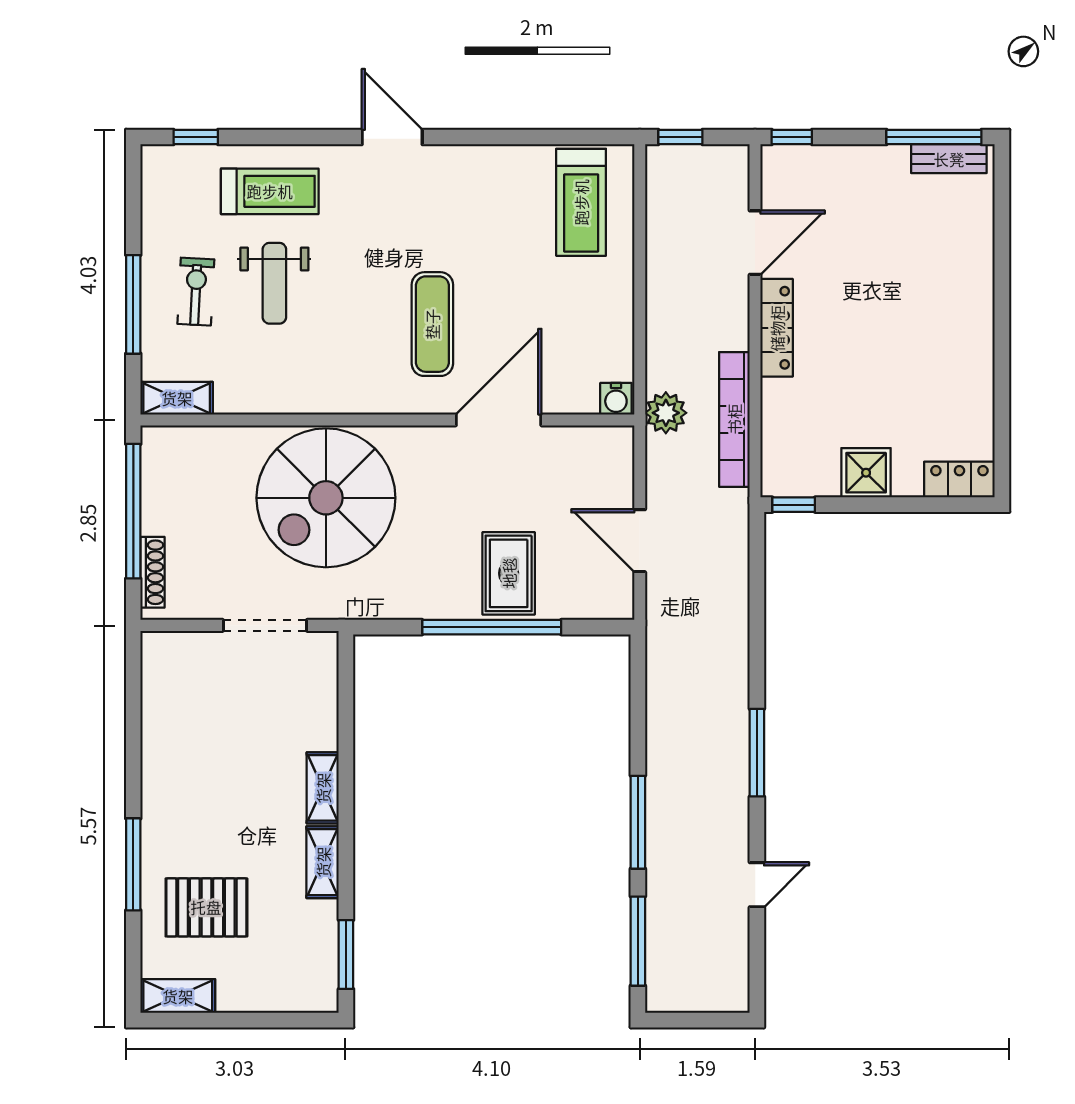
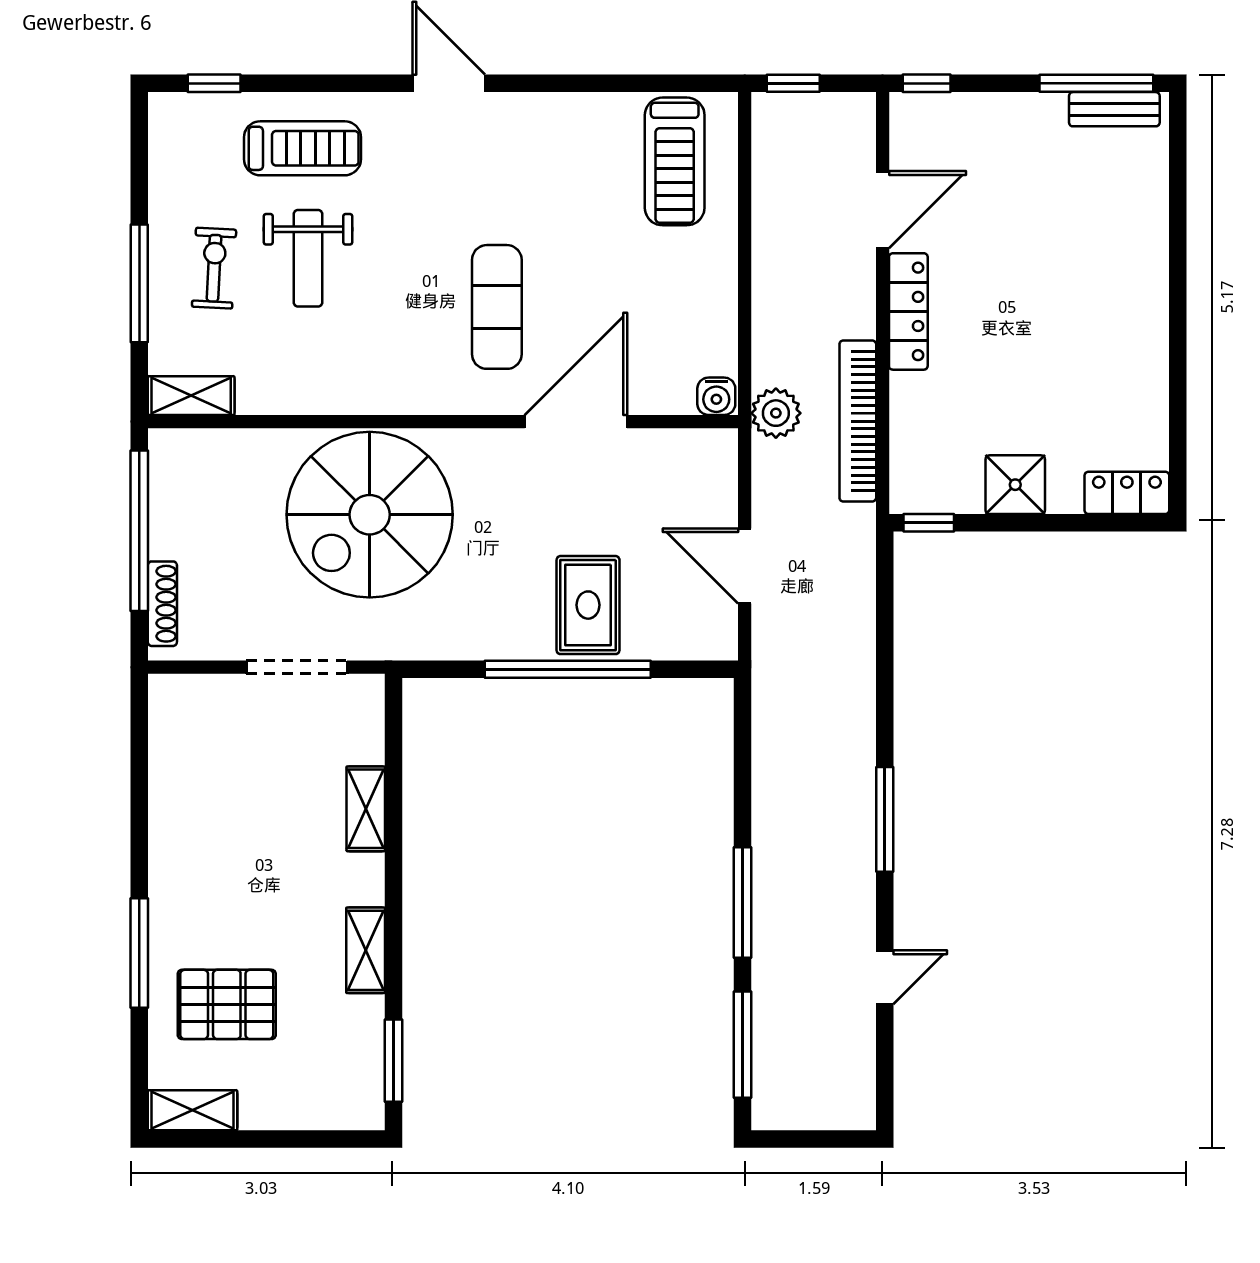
shelving: (323, 788) -> (366, 809), moved

